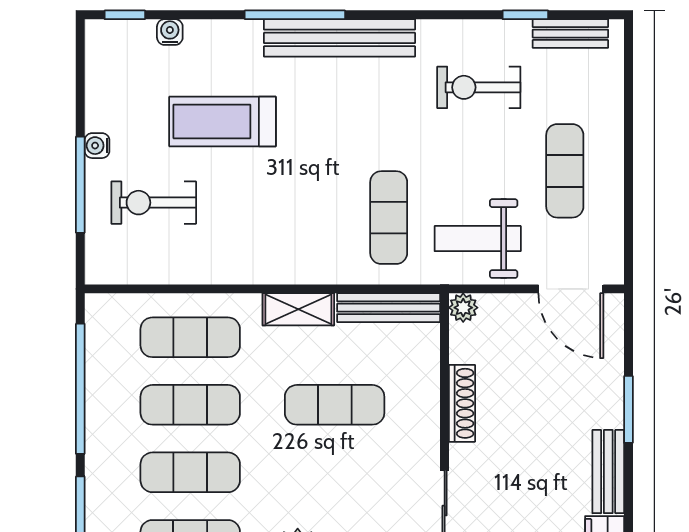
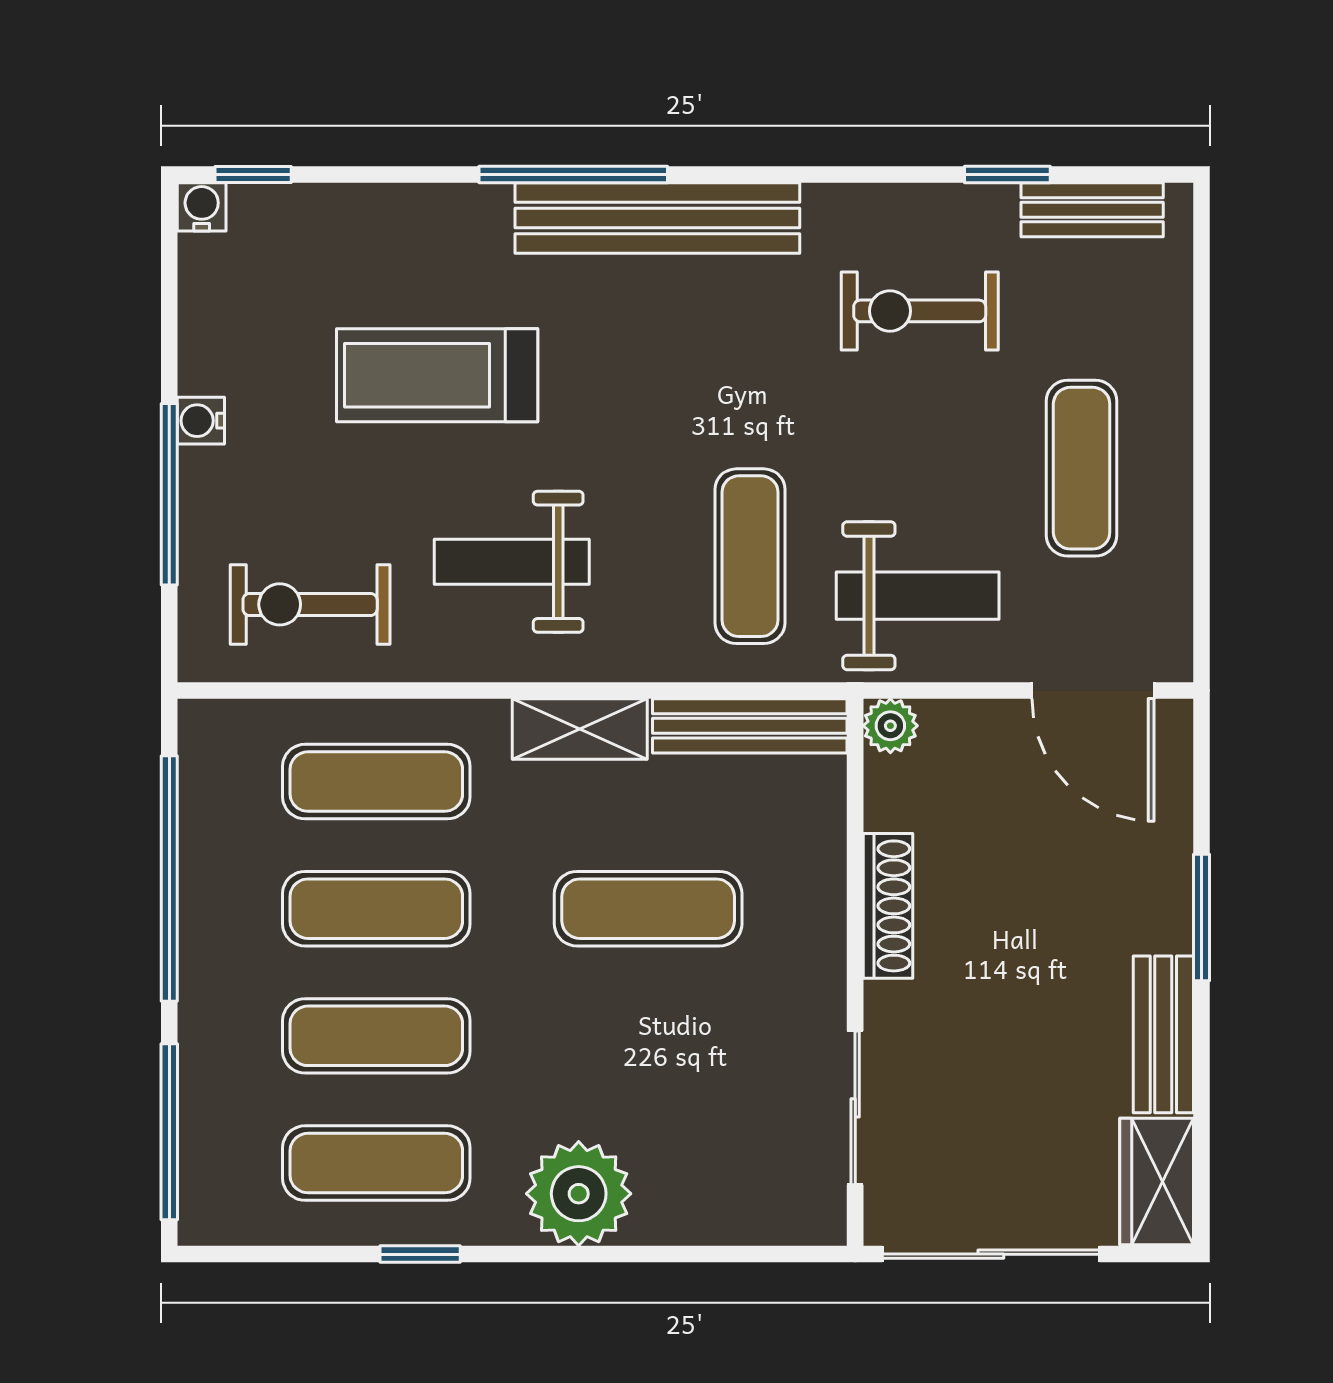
water cooler: (170, 32) -> (202, 207), moved
exercise bike: (154, 203) -> (310, 604), moved
weight bench: (262, 221) -> (512, 562), added
weight bench: (478, 239) -> (918, 596), turned 180

